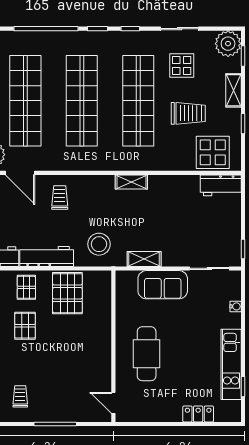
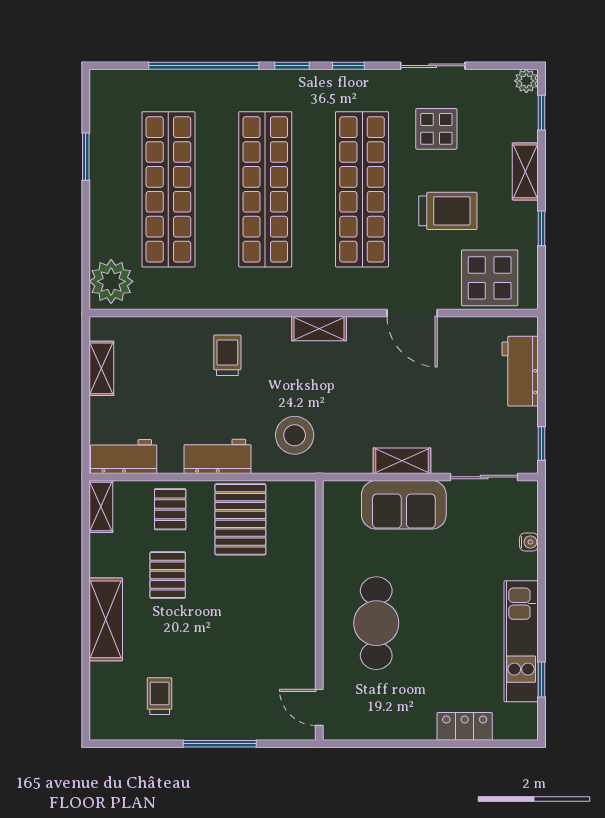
plant: (228, 44) -> (526, 81), width x0.53, depth x0.53
door: (20, 173) -> (412, 313), moved
shelving: (131, 182) -> (319, 329), moved
workbench: (221, 185) -> (520, 371), moved, turned 90
workbench: (47, 256) -> (217, 456), width x0.73
shelving: (144, 259) -> (402, 461), moved

